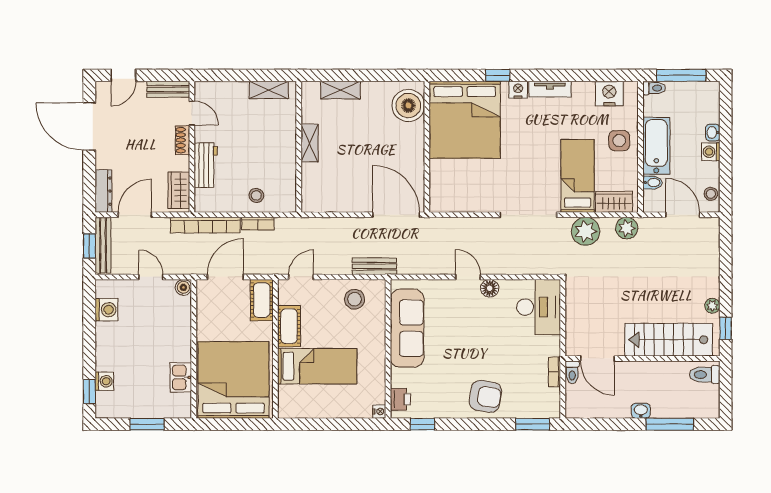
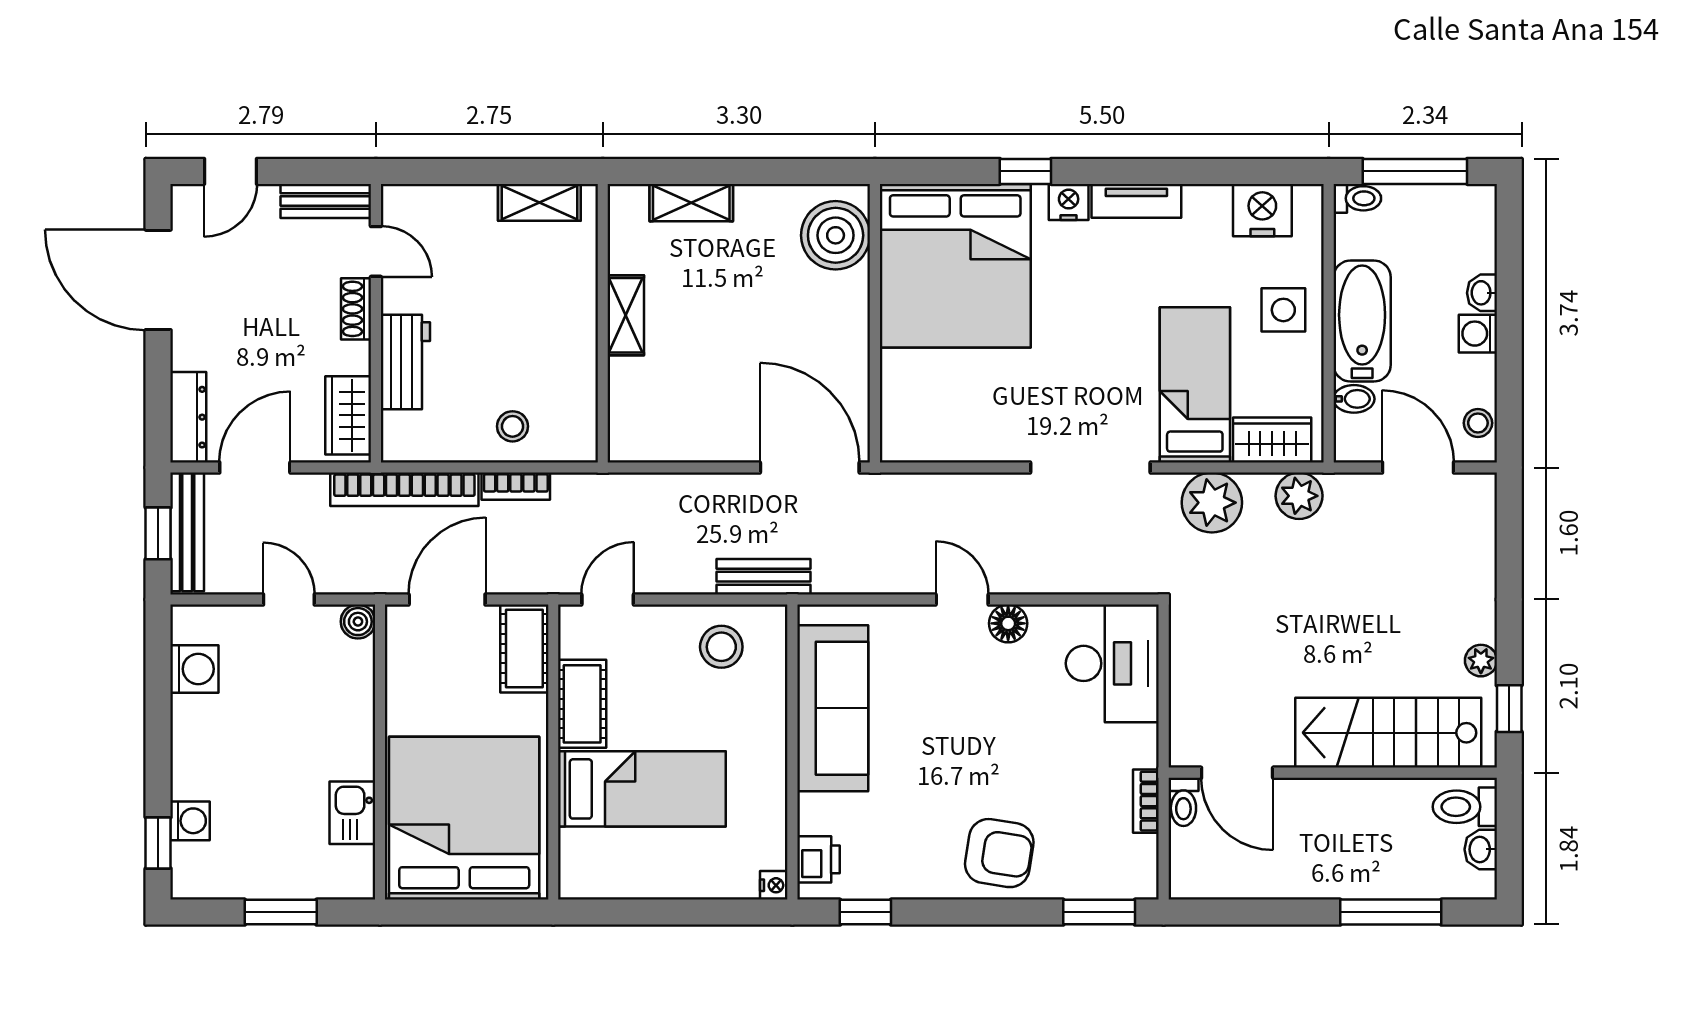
washbasin: (641, 411) -> (1481, 849), moved, turned -90

